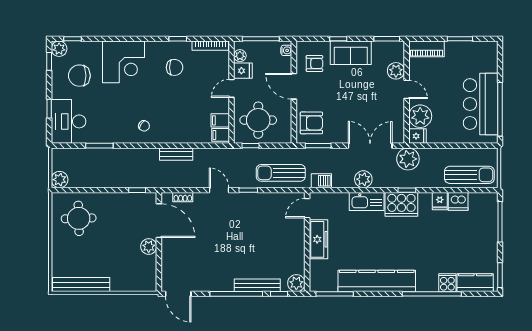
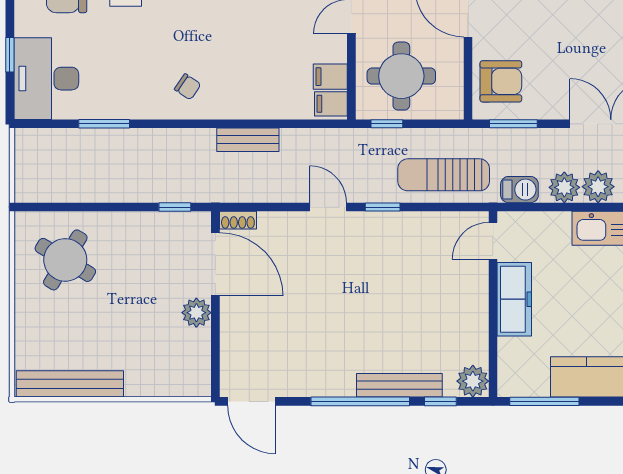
plant: (60, 180) -> (564, 187), moved
shoe rack: (183, 197) -> (238, 220), moved
round table: (79, 218) -> (65, 260), turned 33

